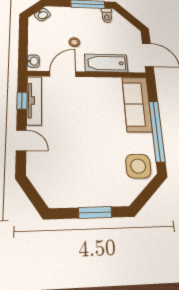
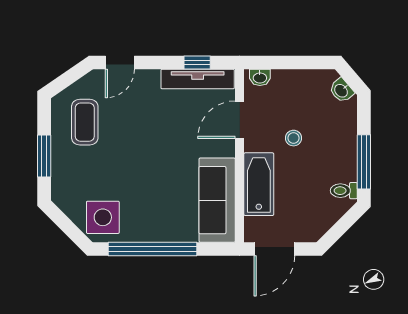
door: (63, 74) -> (240, 120), swing flipped
sofa: (137, 104) -> (217, 200), moved, turned -90
door: (21, 140) -> (120, 62), moved
coffee table: (67, 181) -> (85, 122), added

